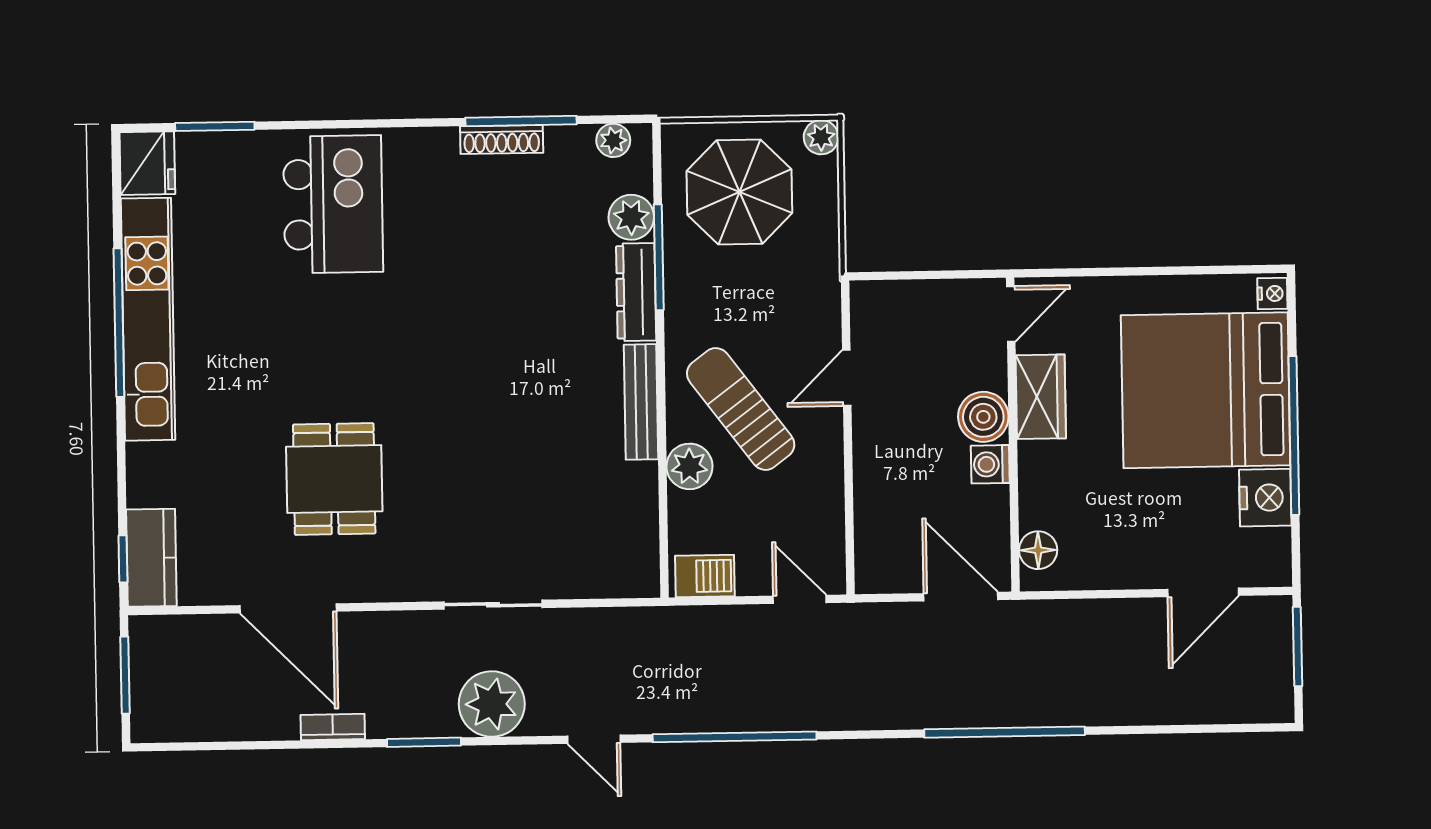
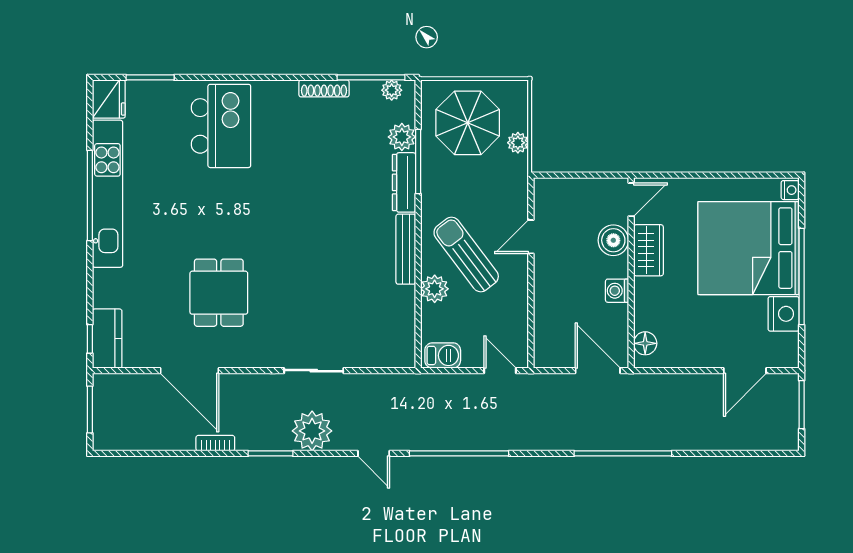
window: (521, 121) -> (371, 77), moved
plant: (821, 137) -> (518, 143), moved
boiler: (983, 417) -> (613, 240), moved

